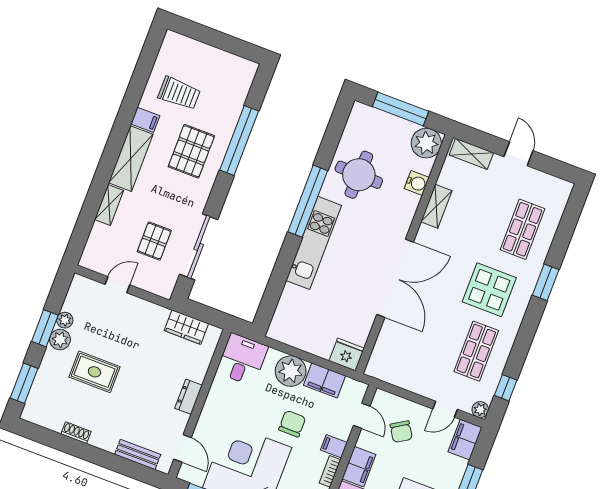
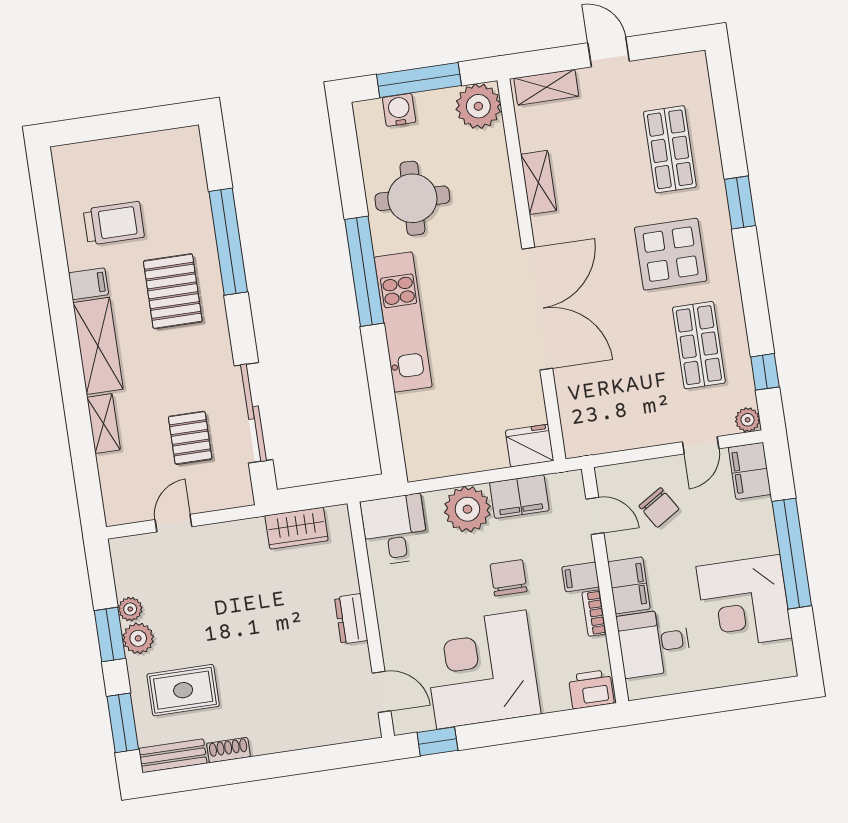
water cooler: (417, 183) -> (399, 110), moved, turned -90
rug: (95, 372) -> (183, 690), moved
bench: (138, 454) -> (173, 756), moved

